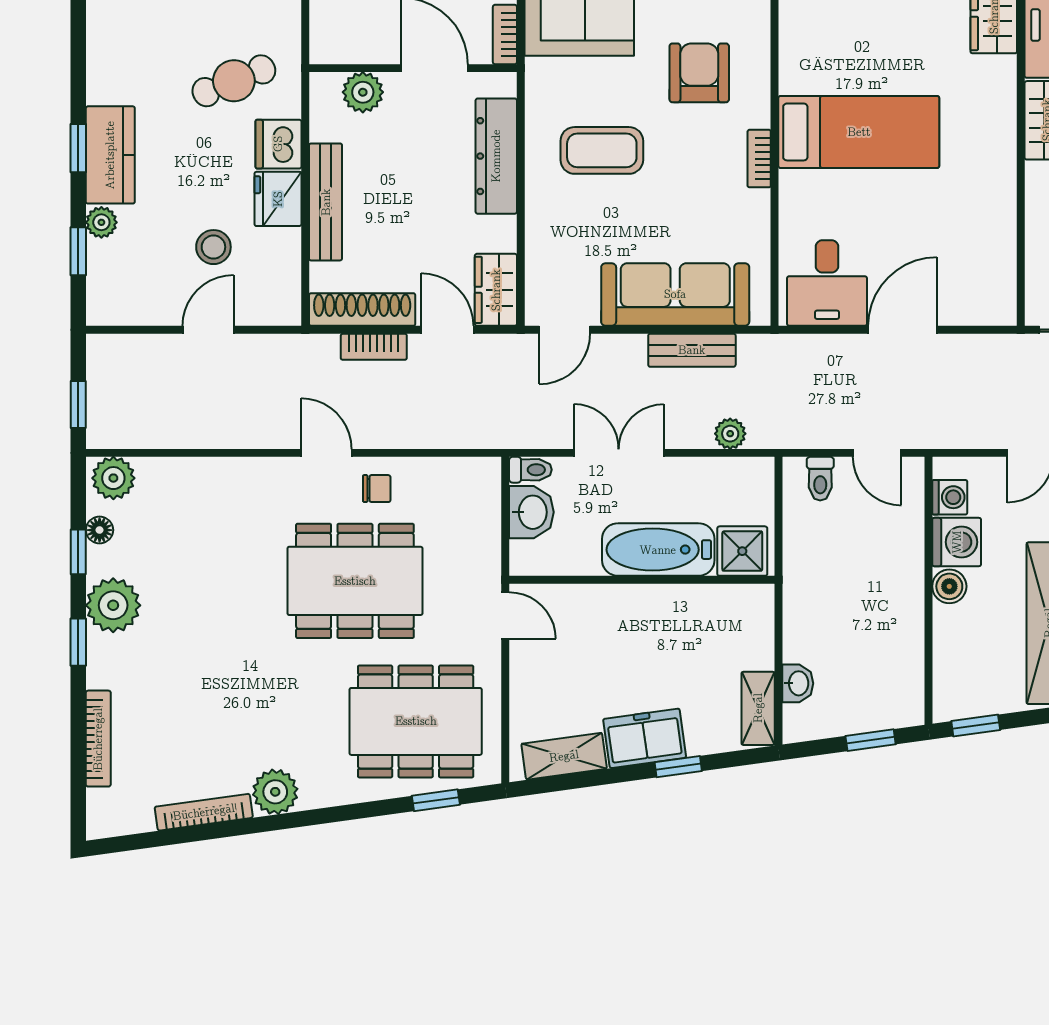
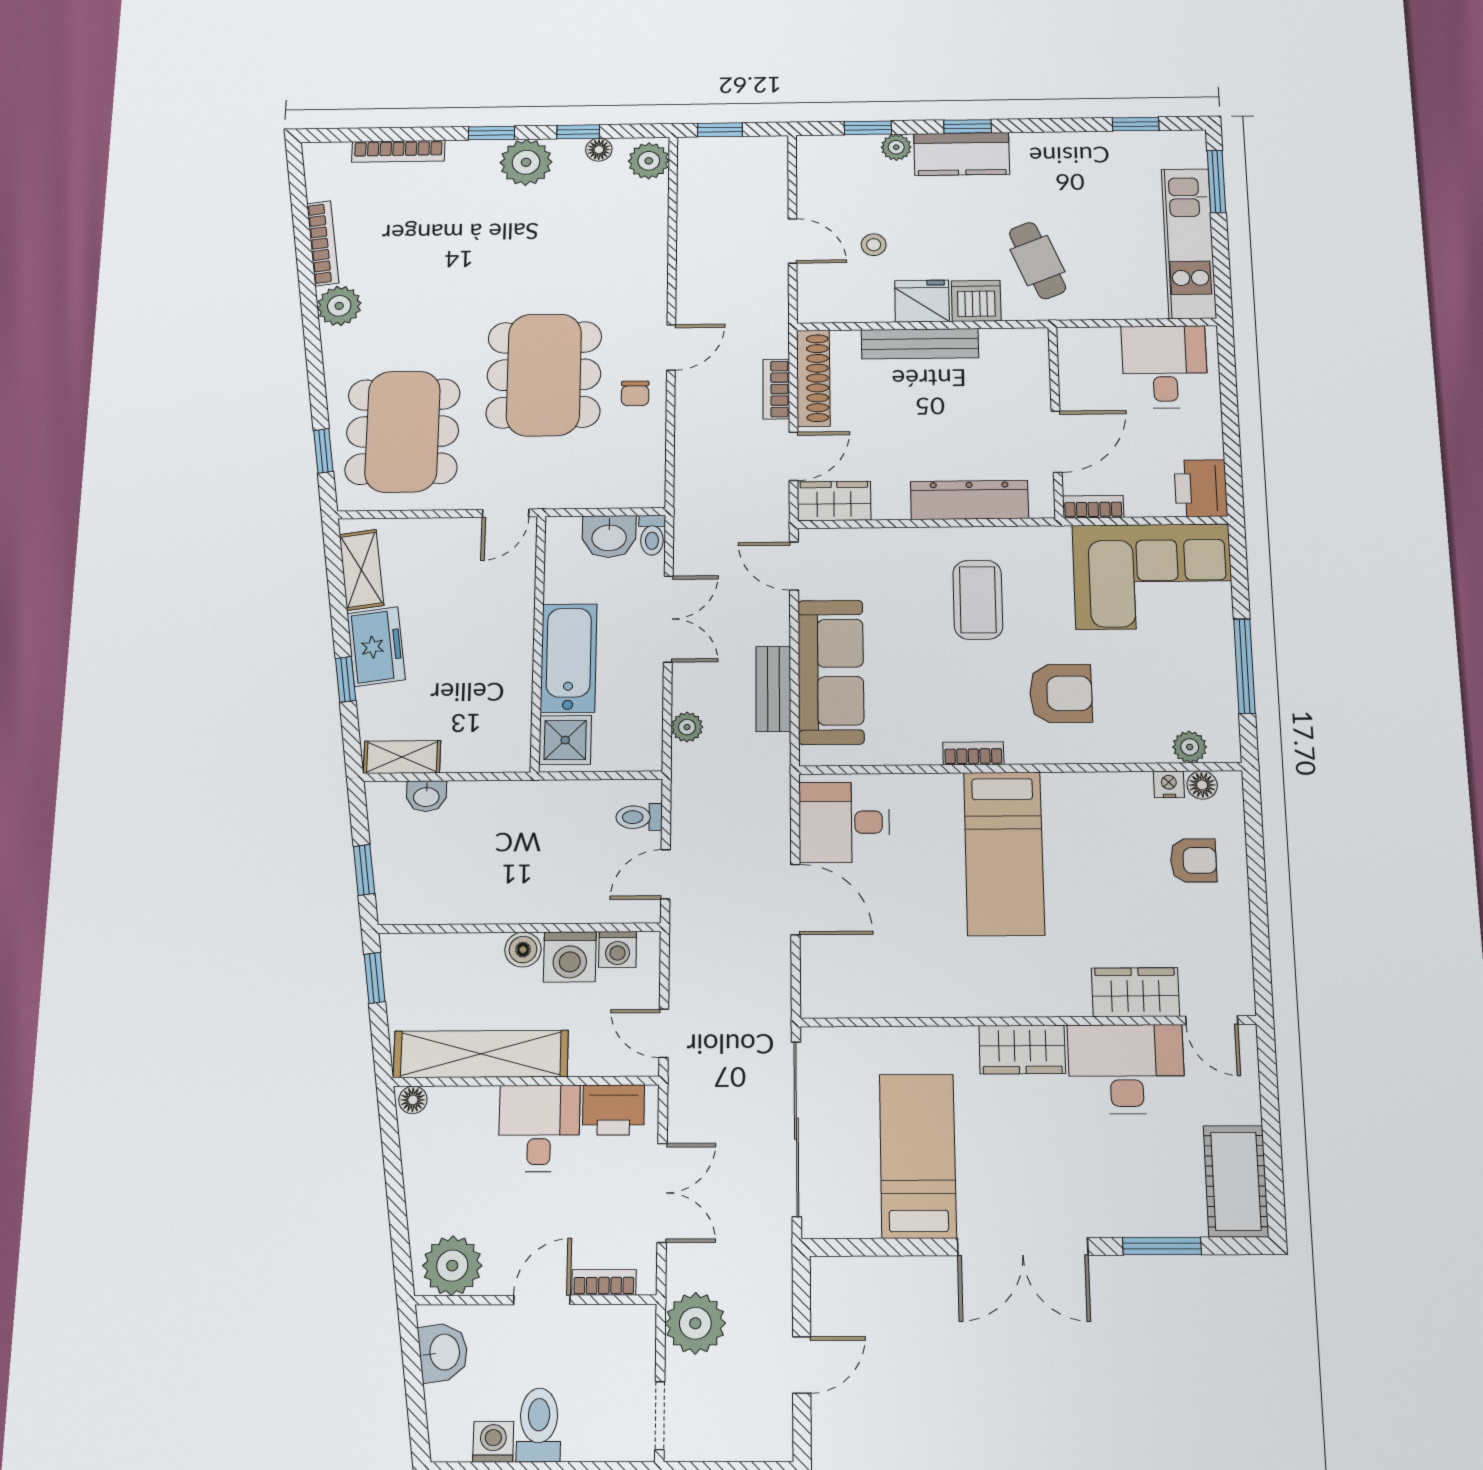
plant: (363, 92) -> (1030, 376), removed
stool: (213, 247) -> (874, 245), width x0.73, depth x0.73

